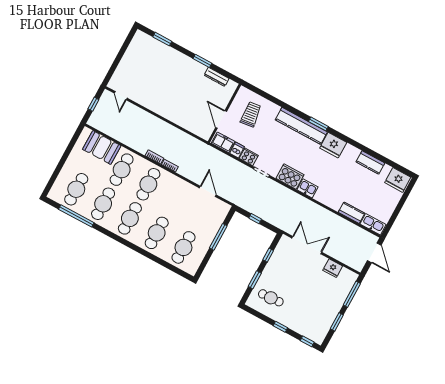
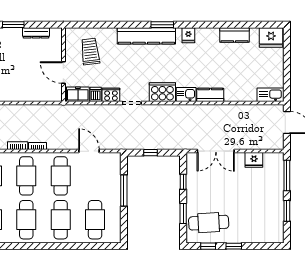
fridge: (333, 145) -> (188, 35), width x0.53, depth x0.75
cafe table: (175, 199) -> (61, 176), added
kitchen counter: (352, 213) -> (210, 95), moved
double door: (307, 245) -> (216, 151), swing flipped
cafe table: (271, 298) -> (209, 223), width x1.37, depth x1.35
window: (307, 341) -> (208, 246), moved

